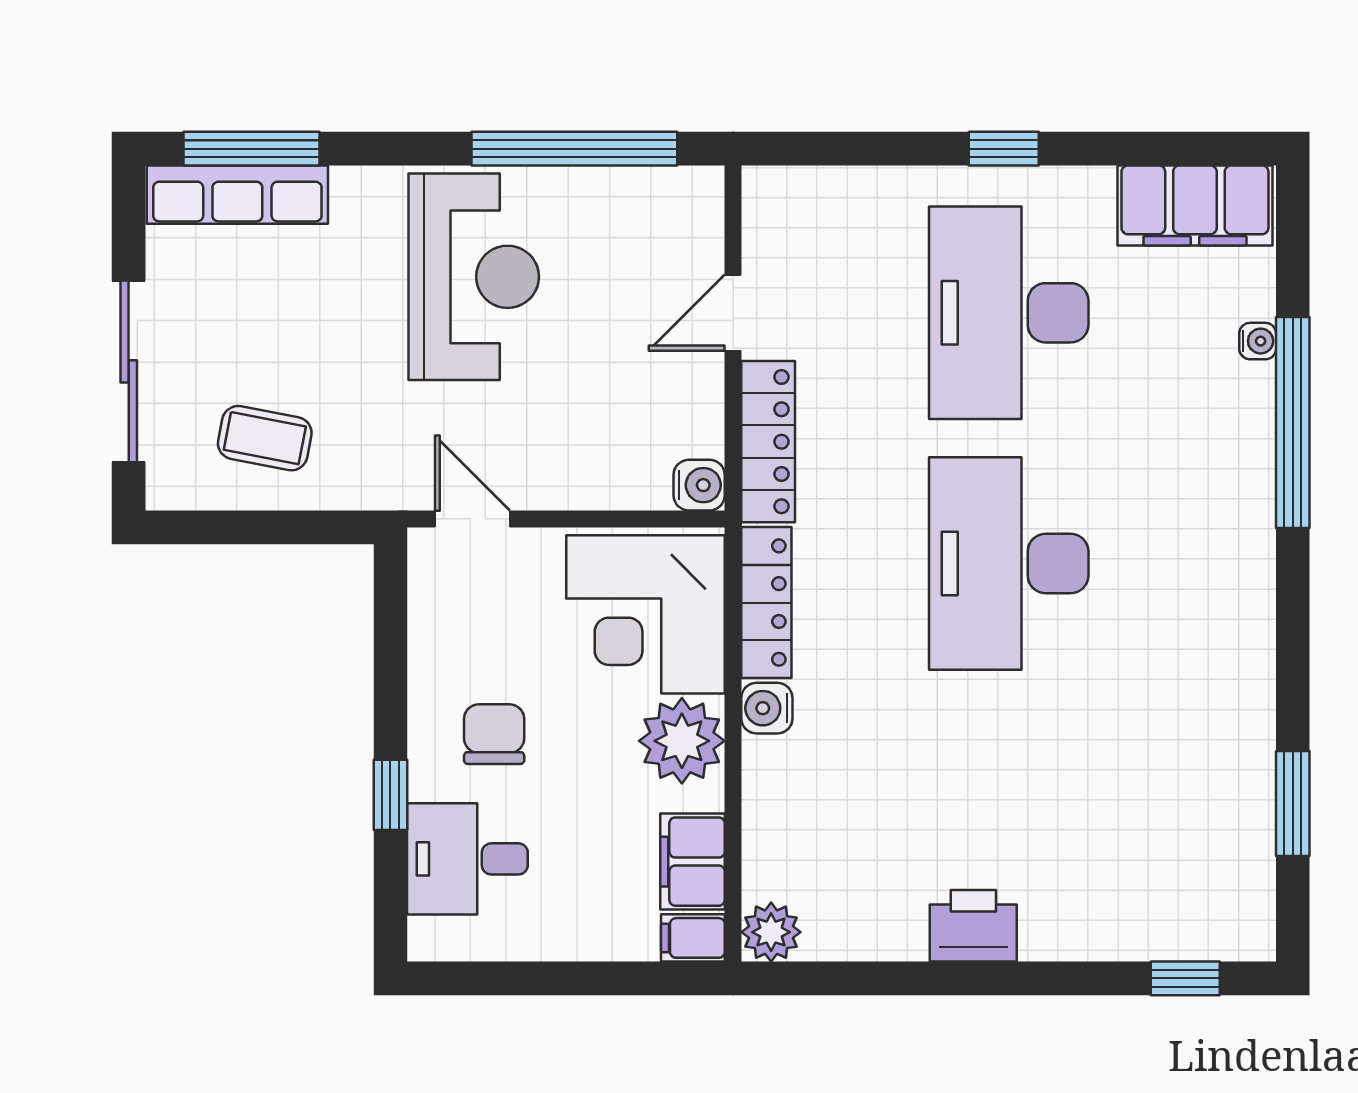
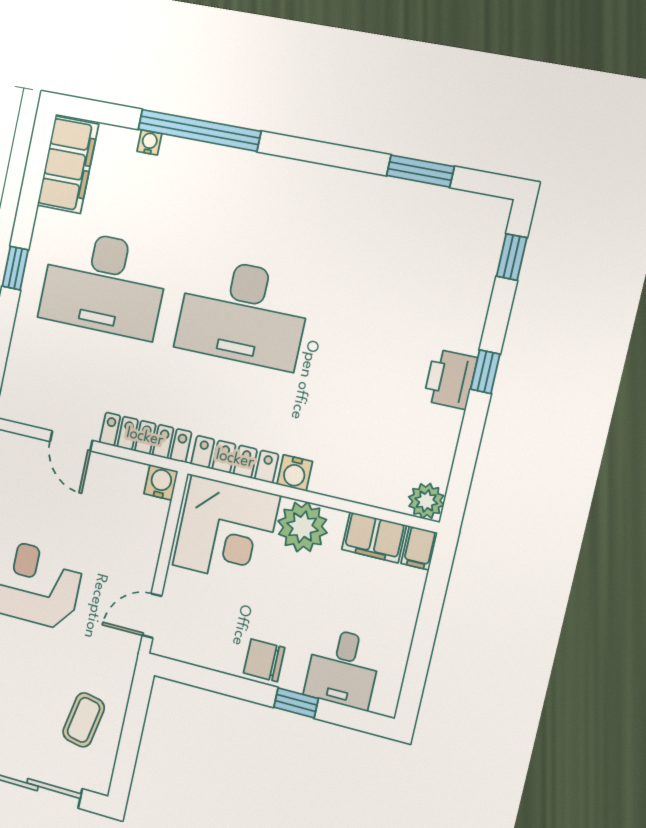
chair: (494, 734) -> (264, 660), moved
window: (997, 978) -> (485, 372), added

